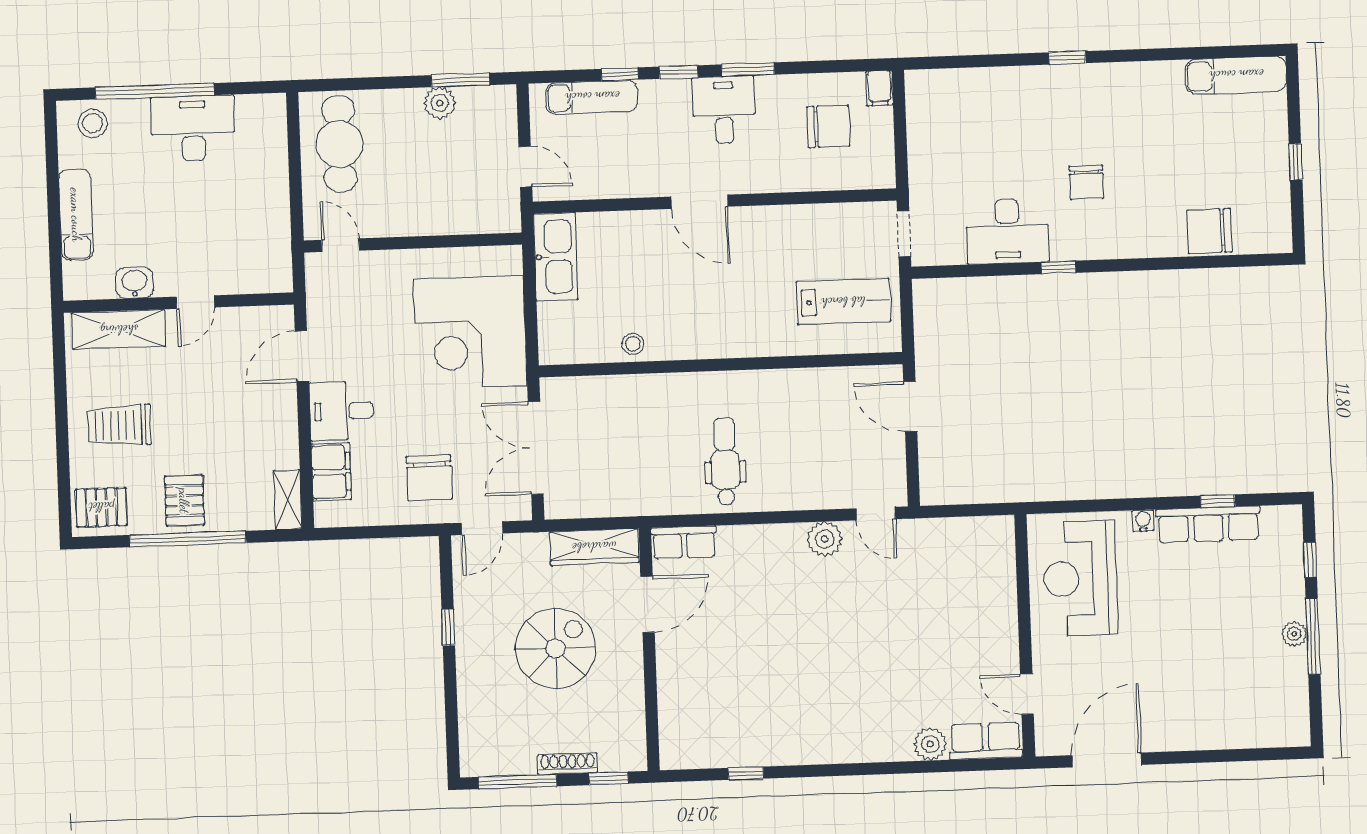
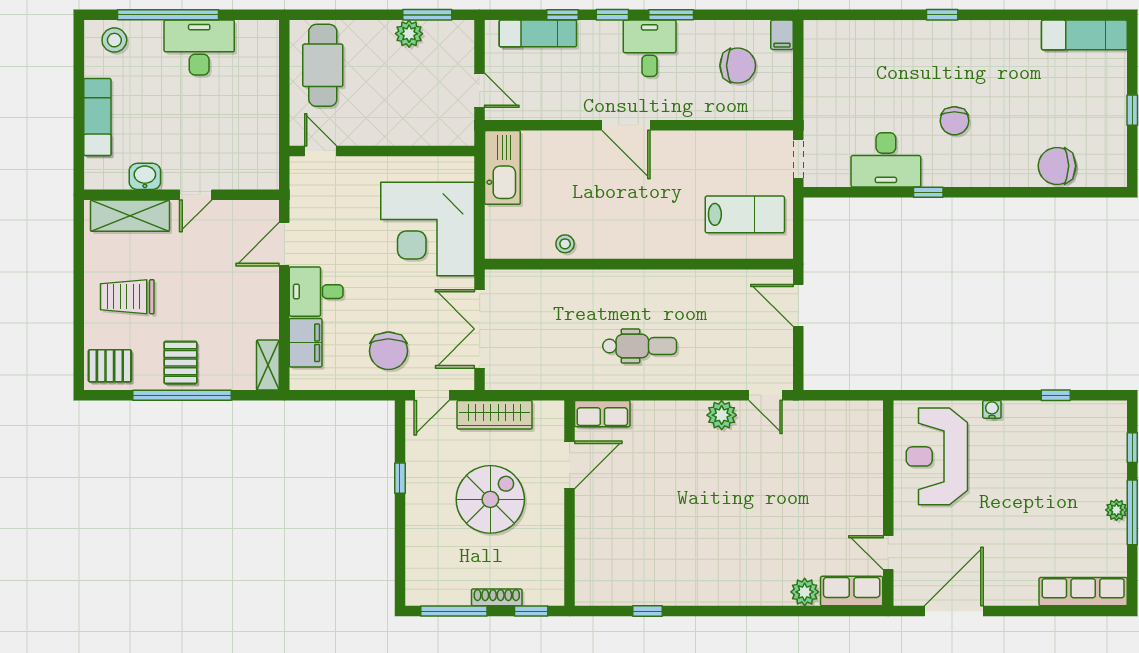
dental chair: (725, 461) -> (640, 346), turned 90
row of seats: (1208, 524) -> (1083, 592), moved, turned 180
wardrobe: (594, 547) -> (495, 415), moved

